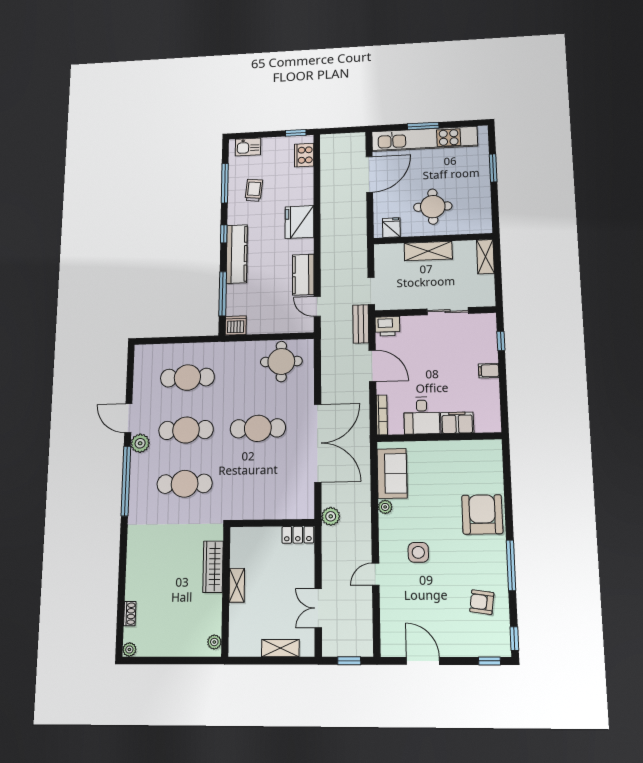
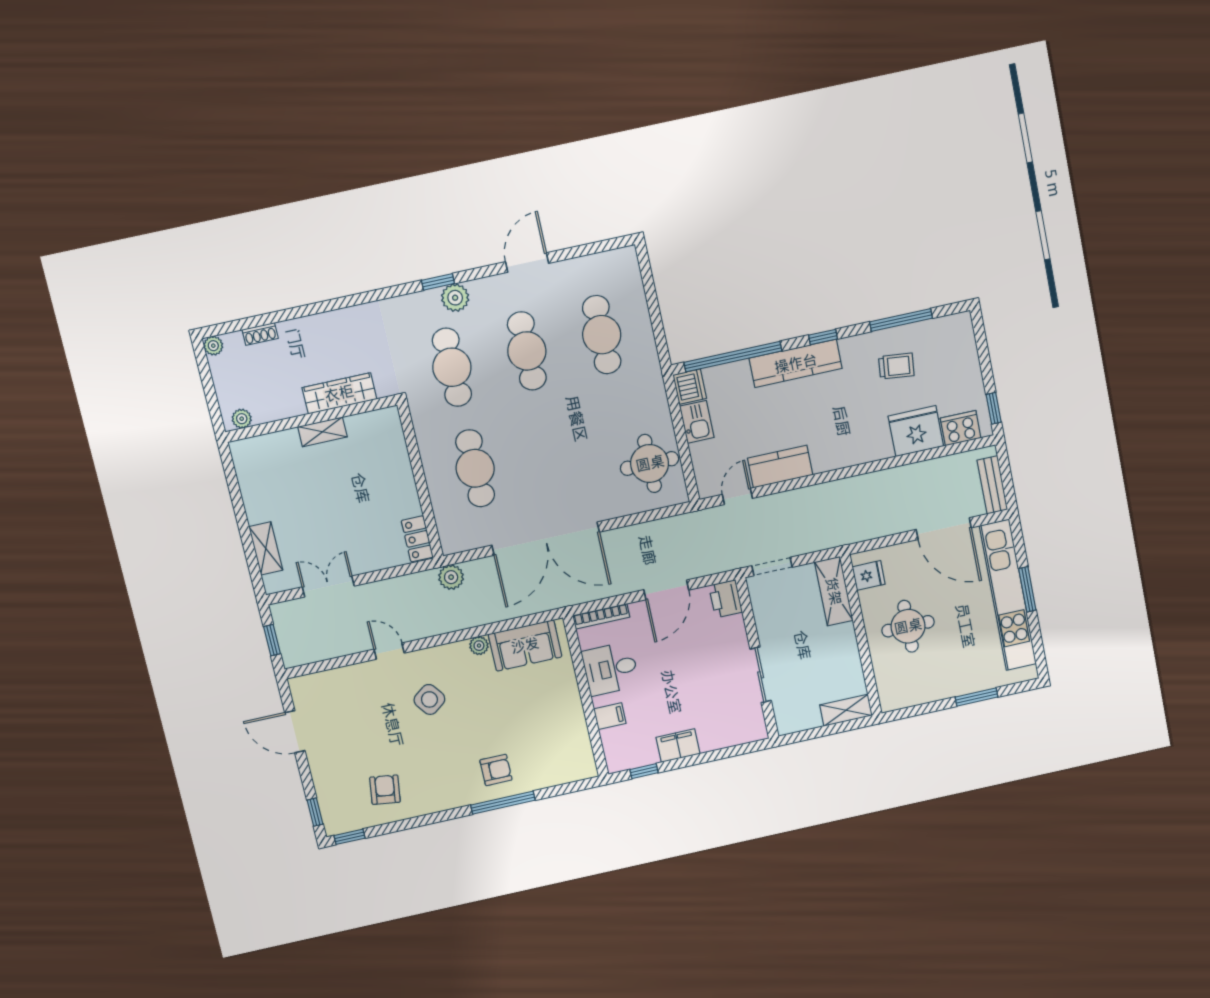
kitchen sink: (248, 147) -> (697, 422), moved, turned 180
fridge: (299, 222) -> (916, 431), moved
shelving: (428, 251) -> (834, 591), moved
window: (223, 294) -> (733, 357), width x1.46
bench: (361, 324) -> (992, 485), moved, turned 90
window: (501, 341) -> (644, 771), moved
filing cabinet: (489, 371) -> (678, 746), width x2.00
filing cabinet: (457, 423) -> (610, 716), width x0.50
cafe table: (258, 428) -> (475, 468), moved
plant: (140, 443) -> (455, 298), moved
window: (126, 481) -> (438, 282), width x0.32
armchair: (482, 514) -> (496, 770), width x0.53, depth x0.53
side table: (418, 552) -> (429, 699), turned -37
window: (511, 565) -> (503, 803), moved
wardrobe: (213, 567) -> (339, 393), moved
shelving: (237, 585) -> (322, 432), moved
wall: (226, 591) -> (311, 419), moved
plant: (214, 642) -> (242, 419), moved
door: (423, 661) -> (295, 732), swing flipped

